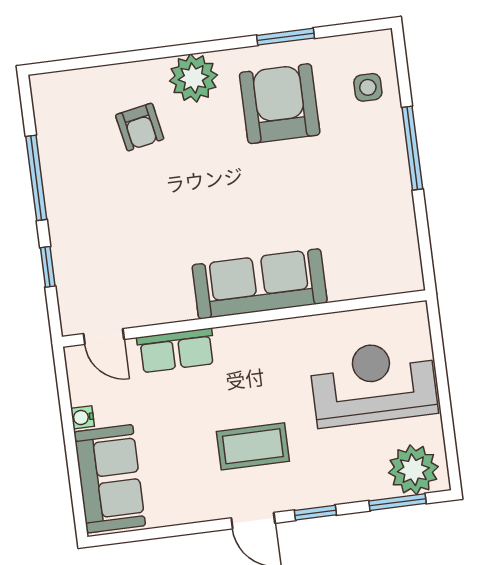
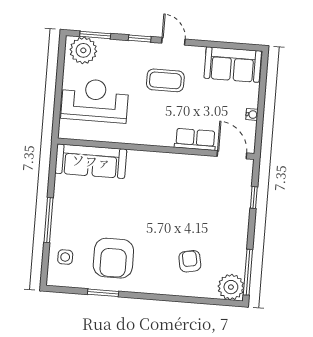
plant: (193, 78) -> (231, 287), moved
window: (36, 178) -> (248, 272), moved
sofa: (260, 284) -> (91, 161), moved
door: (104, 337) -> (232, 155), width x1.38
reception desk: (373, 383) -> (95, 100), turned 180
sofa: (110, 479) -> (233, 65), moved, turned -90

